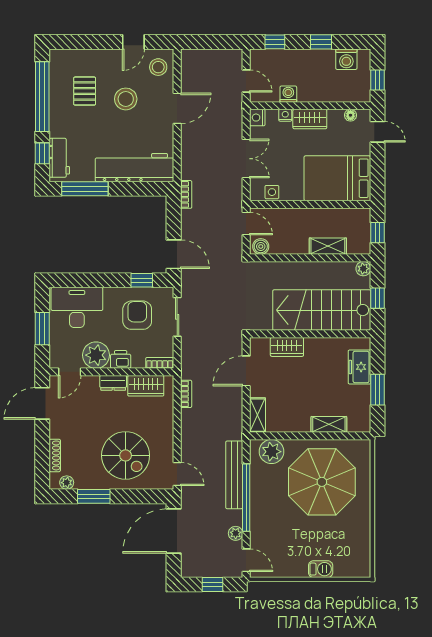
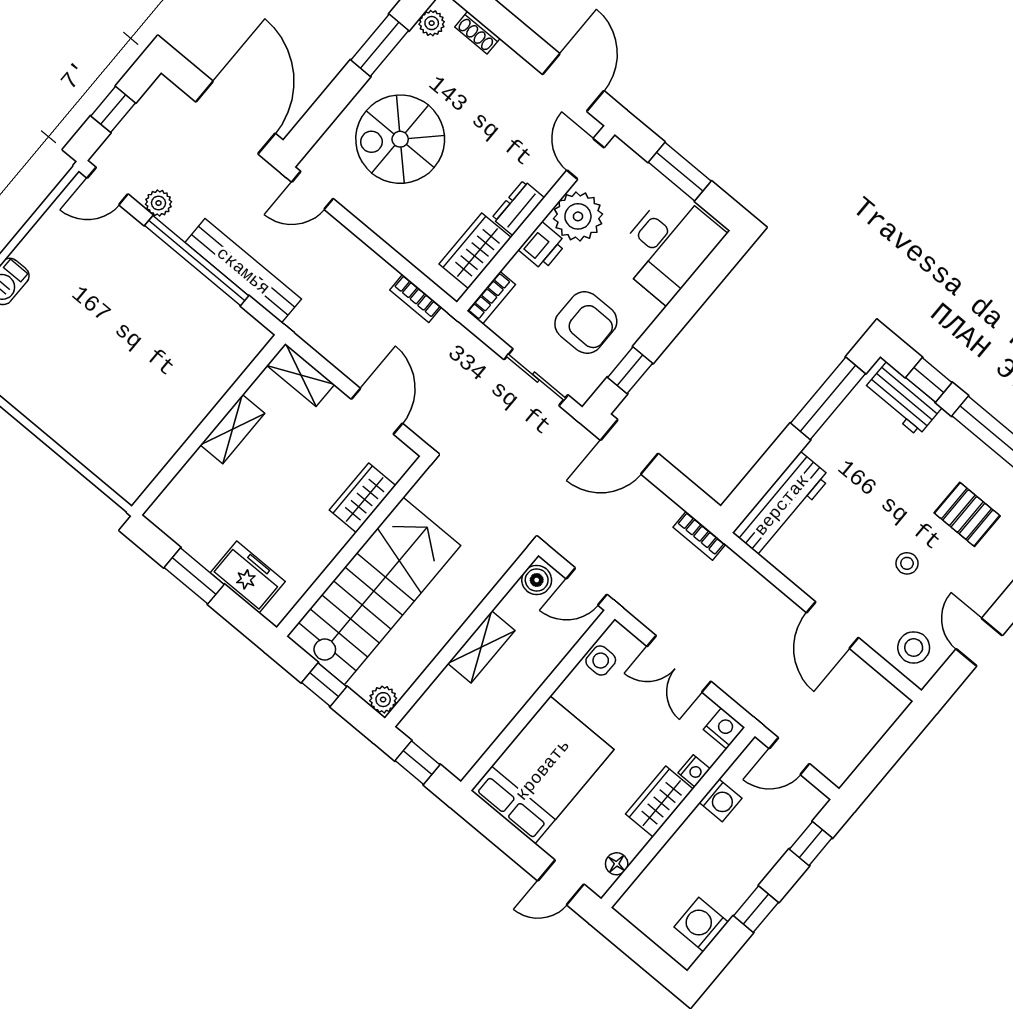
window: (378, 80) -> (634, 944), removed
stool: (126, 99) -> (907, 563), width x0.53, depth x0.53
workbench: (134, 168) -> (782, 505), width x0.73, depth x0.76
shelving: (328, 246) -> (481, 647), moved
shelving: (329, 424) -> (233, 429), moved
plant: (271, 452) -> (232, 351), removed
shoe rack: (55, 455) -> (477, 33), width x0.70
parasol: (322, 482) -> (129, 387), removed

